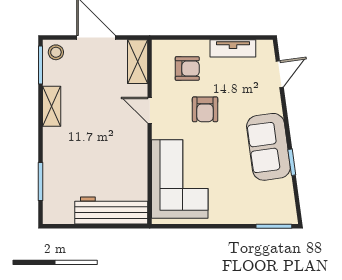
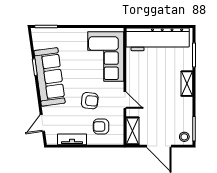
shelving: (52, 106) -> (187, 84), moved
armchair: (205, 109) -> (90, 101), turned 96
sofa: (268, 147) -> (50, 77), width x1.36
workbench: (111, 210) -> (158, 39), width x1.36, depth x1.32

